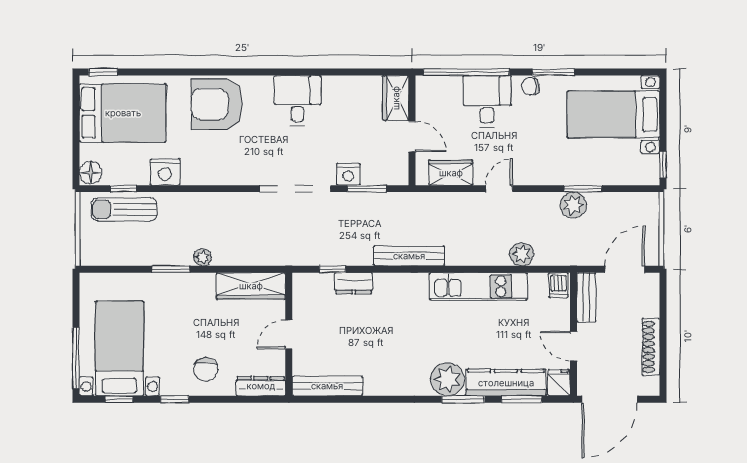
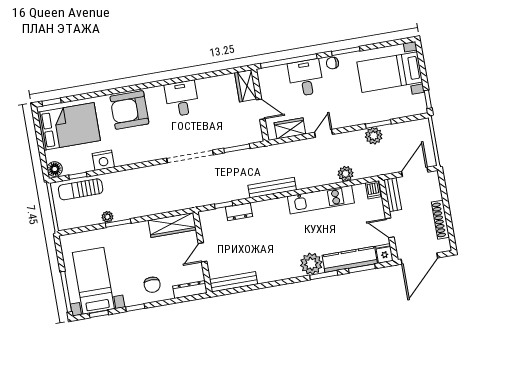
nightstand: (348, 174) -> (223, 141), removed
plant: (202, 257) -> (107, 217), moved

